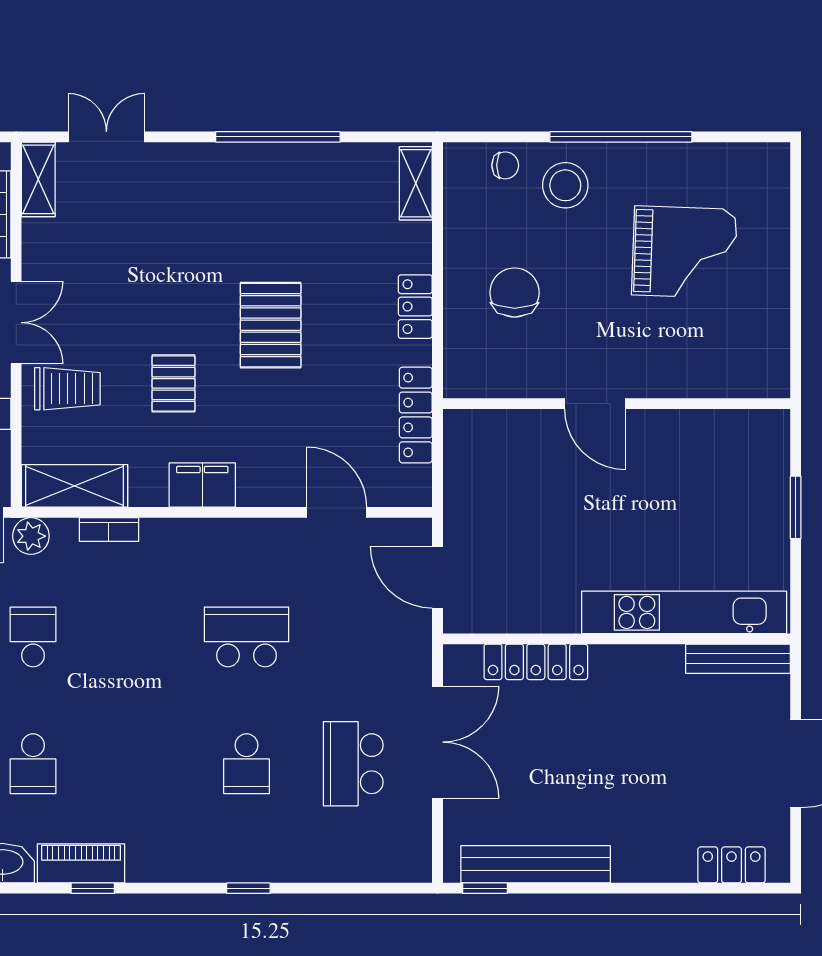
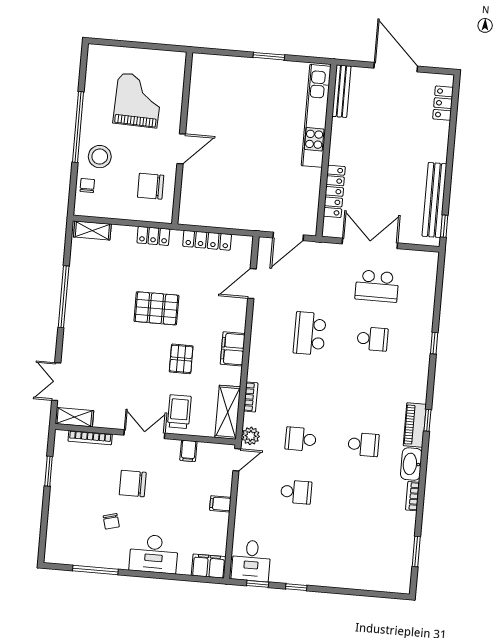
pallet: (173, 383) -> (181, 359), turned 90
door: (595, 404) -> (181, 149), moved
wall: (617, 404) -> (182, 138), moved

